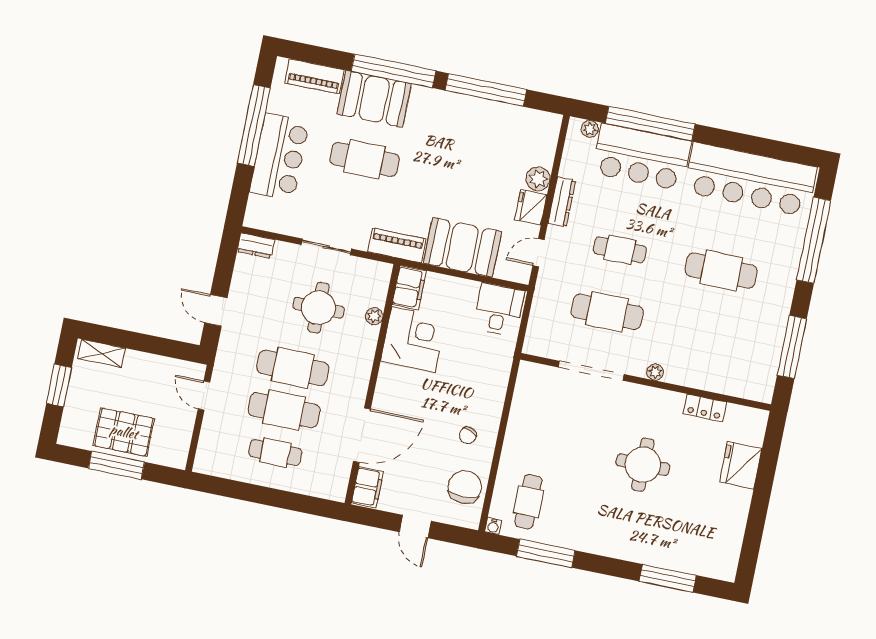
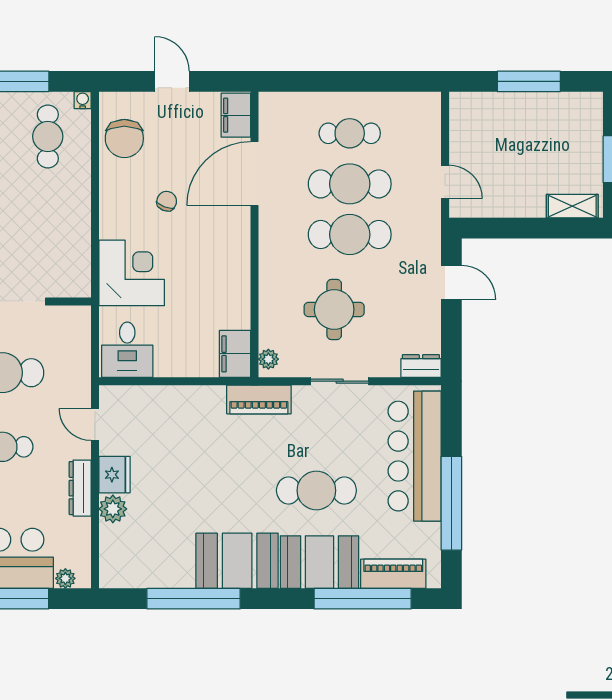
window: (394, 71) -> (363, 599), moved
bar counter: (279, 157) -> (415, 456), width x1.36
booth: (462, 247) -> (237, 561), moved
door: (539, 253) -> (95, 424), swing flipped
plant: (374, 316) -> (268, 359), moved
corner desk: (414, 339) -> (132, 273), moved, turned 180
pallet: (124, 432) -> (528, 121), removed
chair: (468, 435) -> (167, 201), moved

